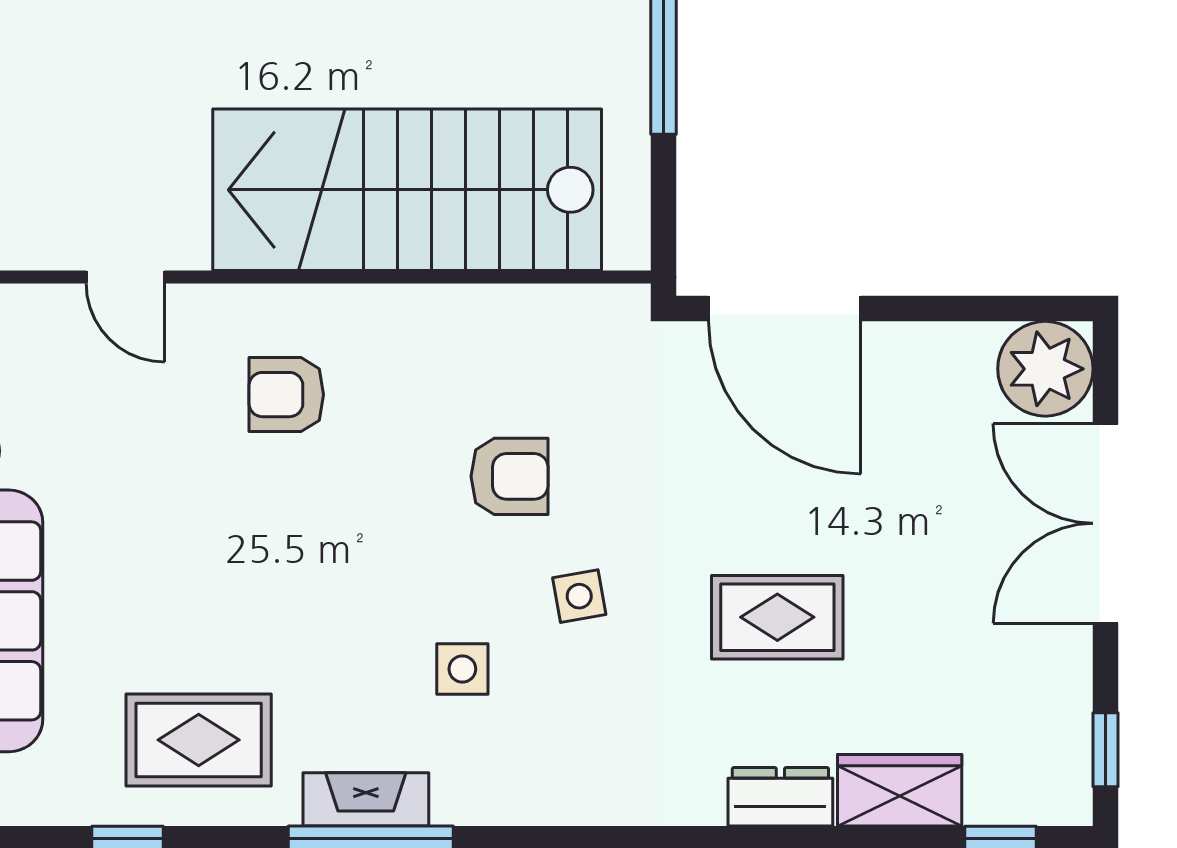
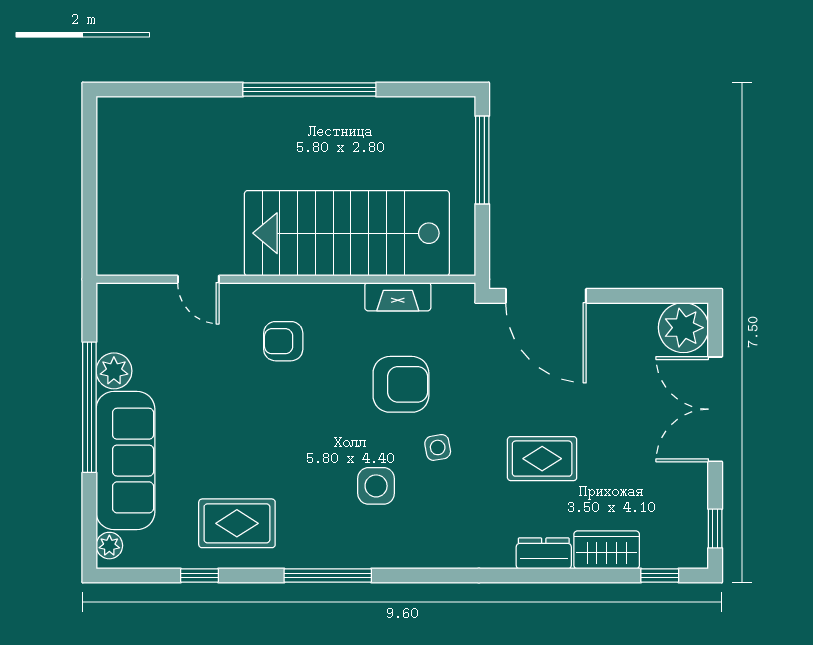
armchair: (510, 476) -> (401, 384), width x1.38, depth x1.38
side table: (462, 669) -> (376, 486), width x1.37, depth x1.37
fireplace: (366, 799) -> (398, 297), moved, turned 180

